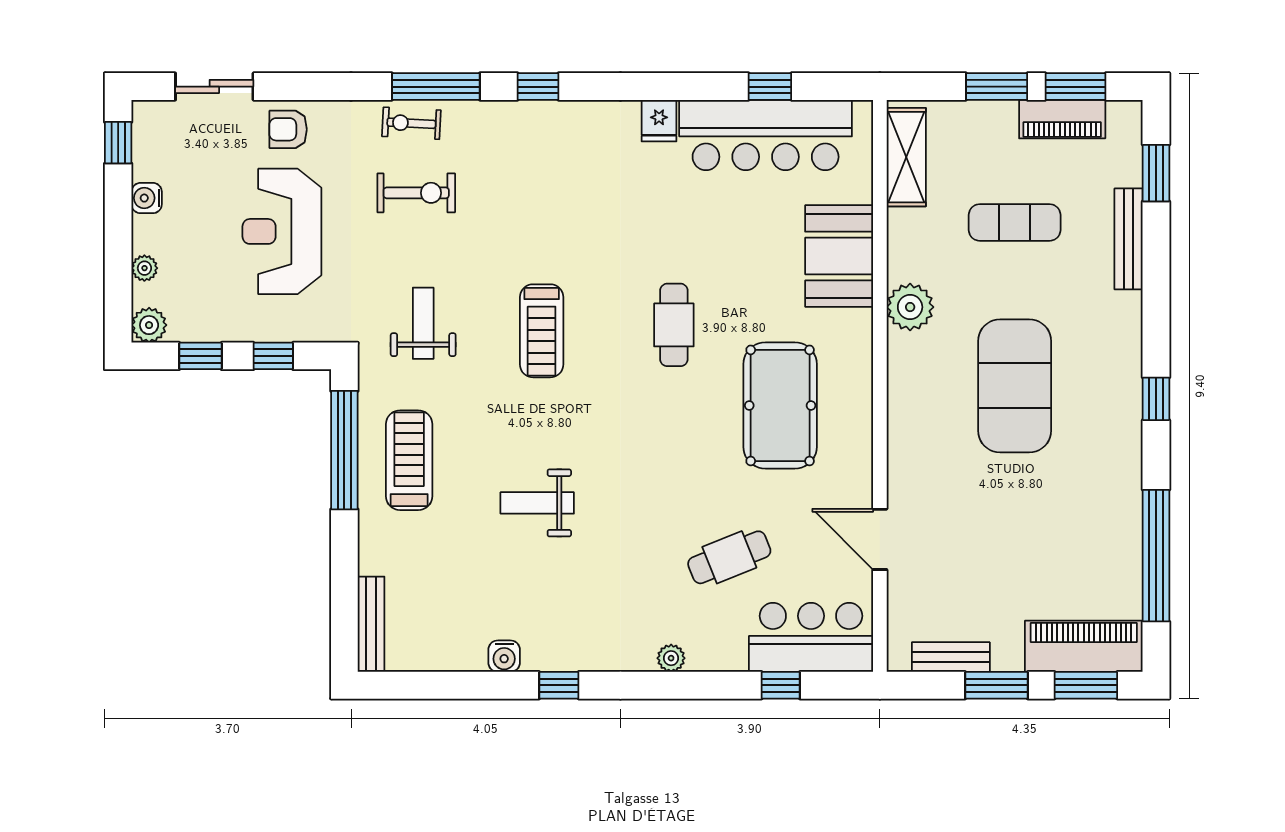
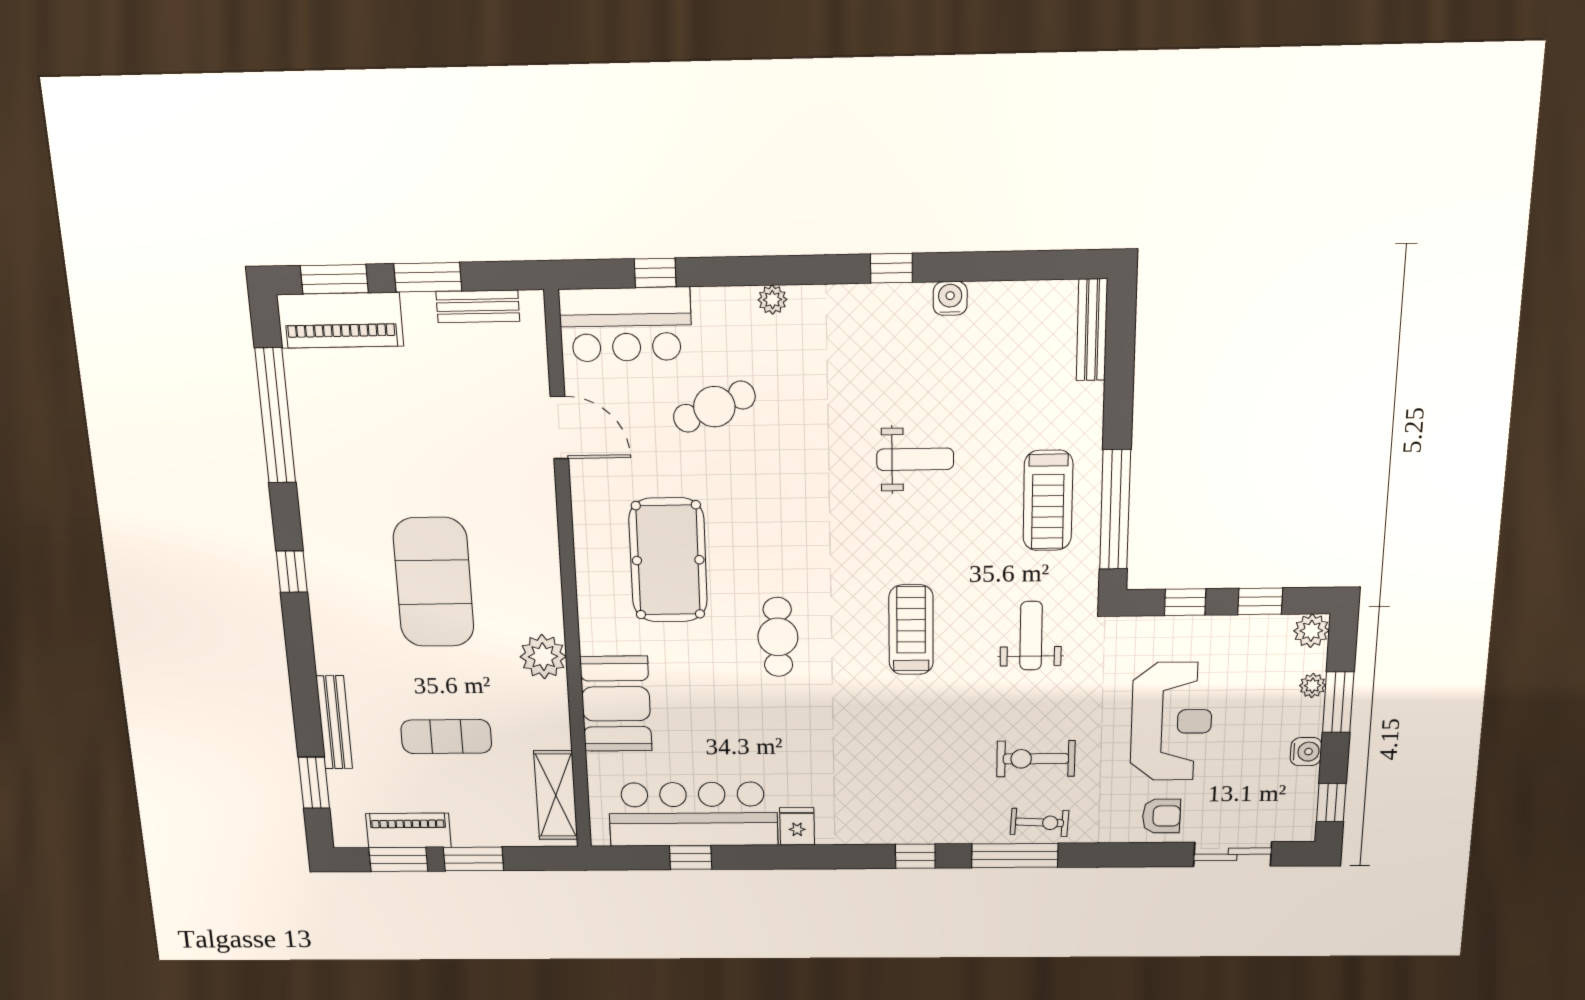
window: (118, 250) -> (1338, 702), added
weight bench: (423, 323) -> (1031, 636), turned 180

